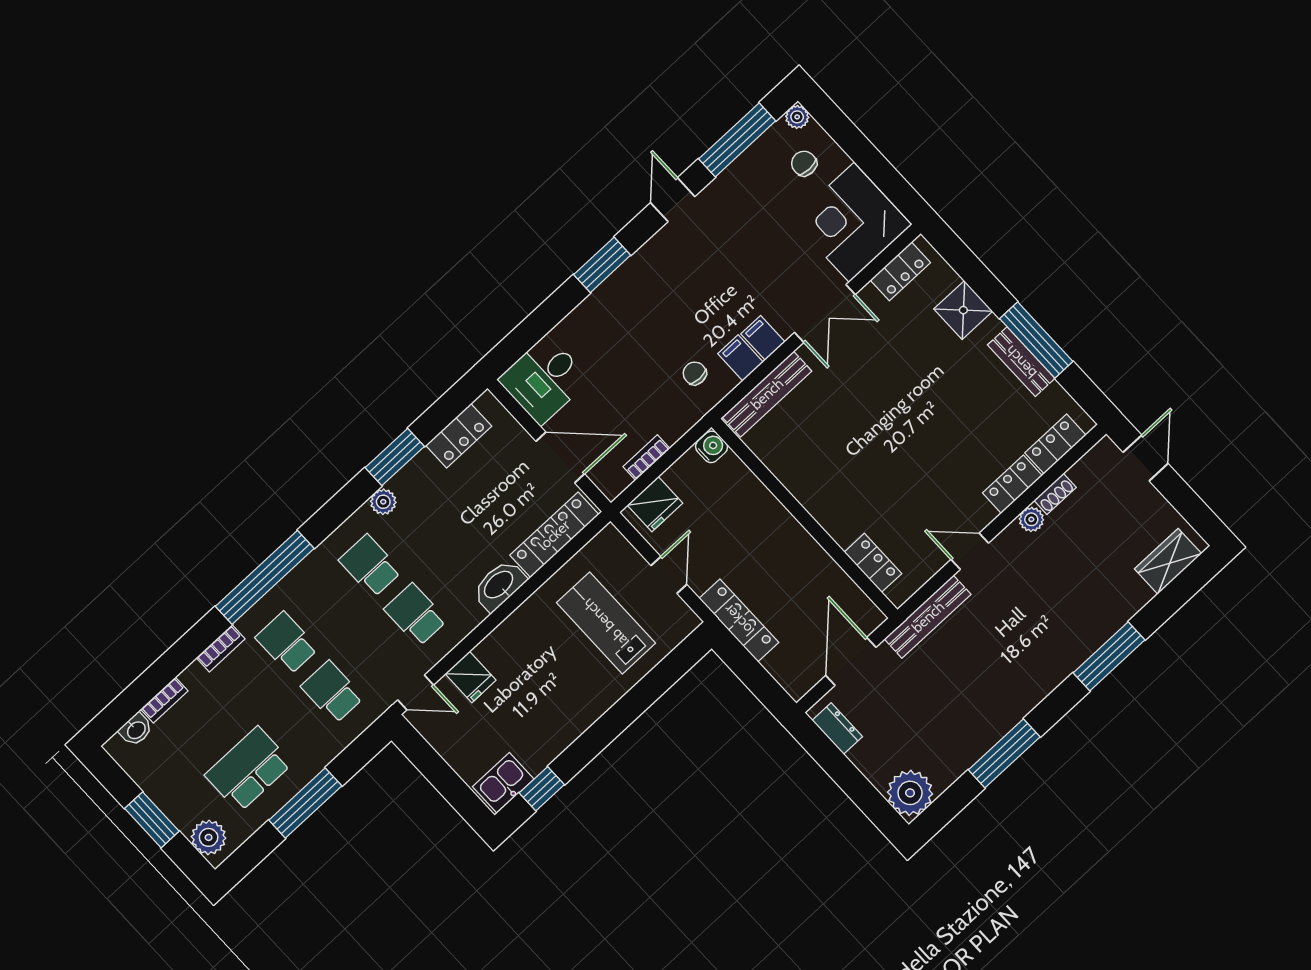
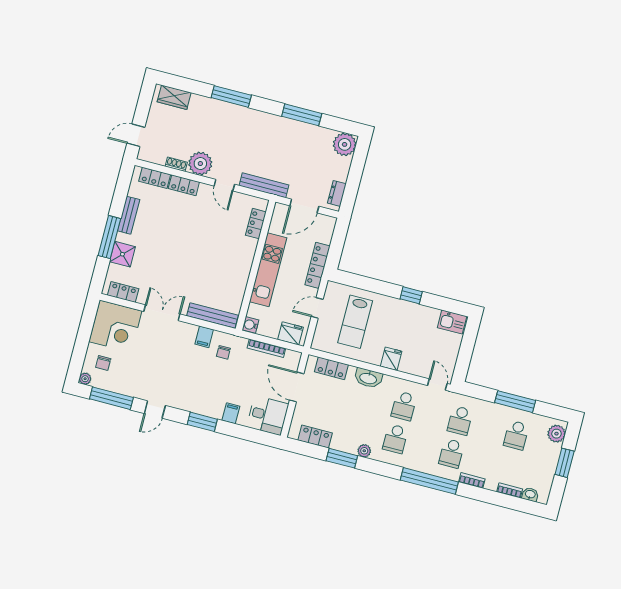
filing cabinet: (763, 338) -> (231, 413), moved, turned 180
window: (1036, 340) -> (109, 237), moved
bookcase: (646, 458) -> (266, 348), width x1.56
plant: (1031, 519) -> (200, 164), width x1.87, depth x1.87
kitchen unit: (784, 534) -> (268, 270), added
locker: (554, 535) -> (331, 368), width x0.66
fridge: (471, 677) -> (391, 359), moved
school desk: (249, 769) -> (516, 435), width x0.54
window: (542, 789) -> (411, 295), moved

